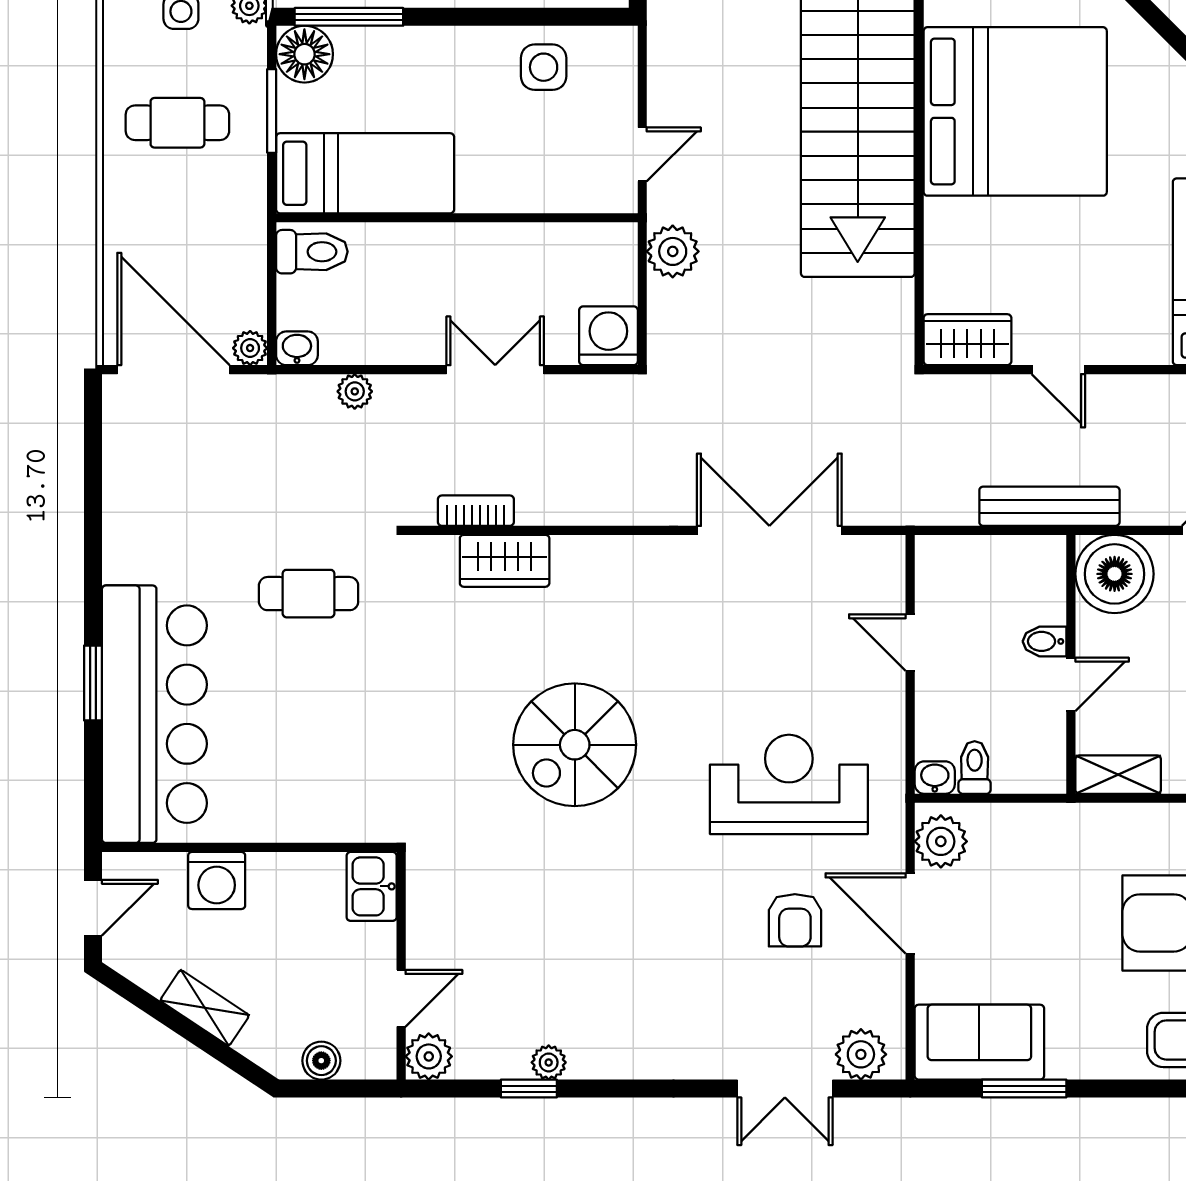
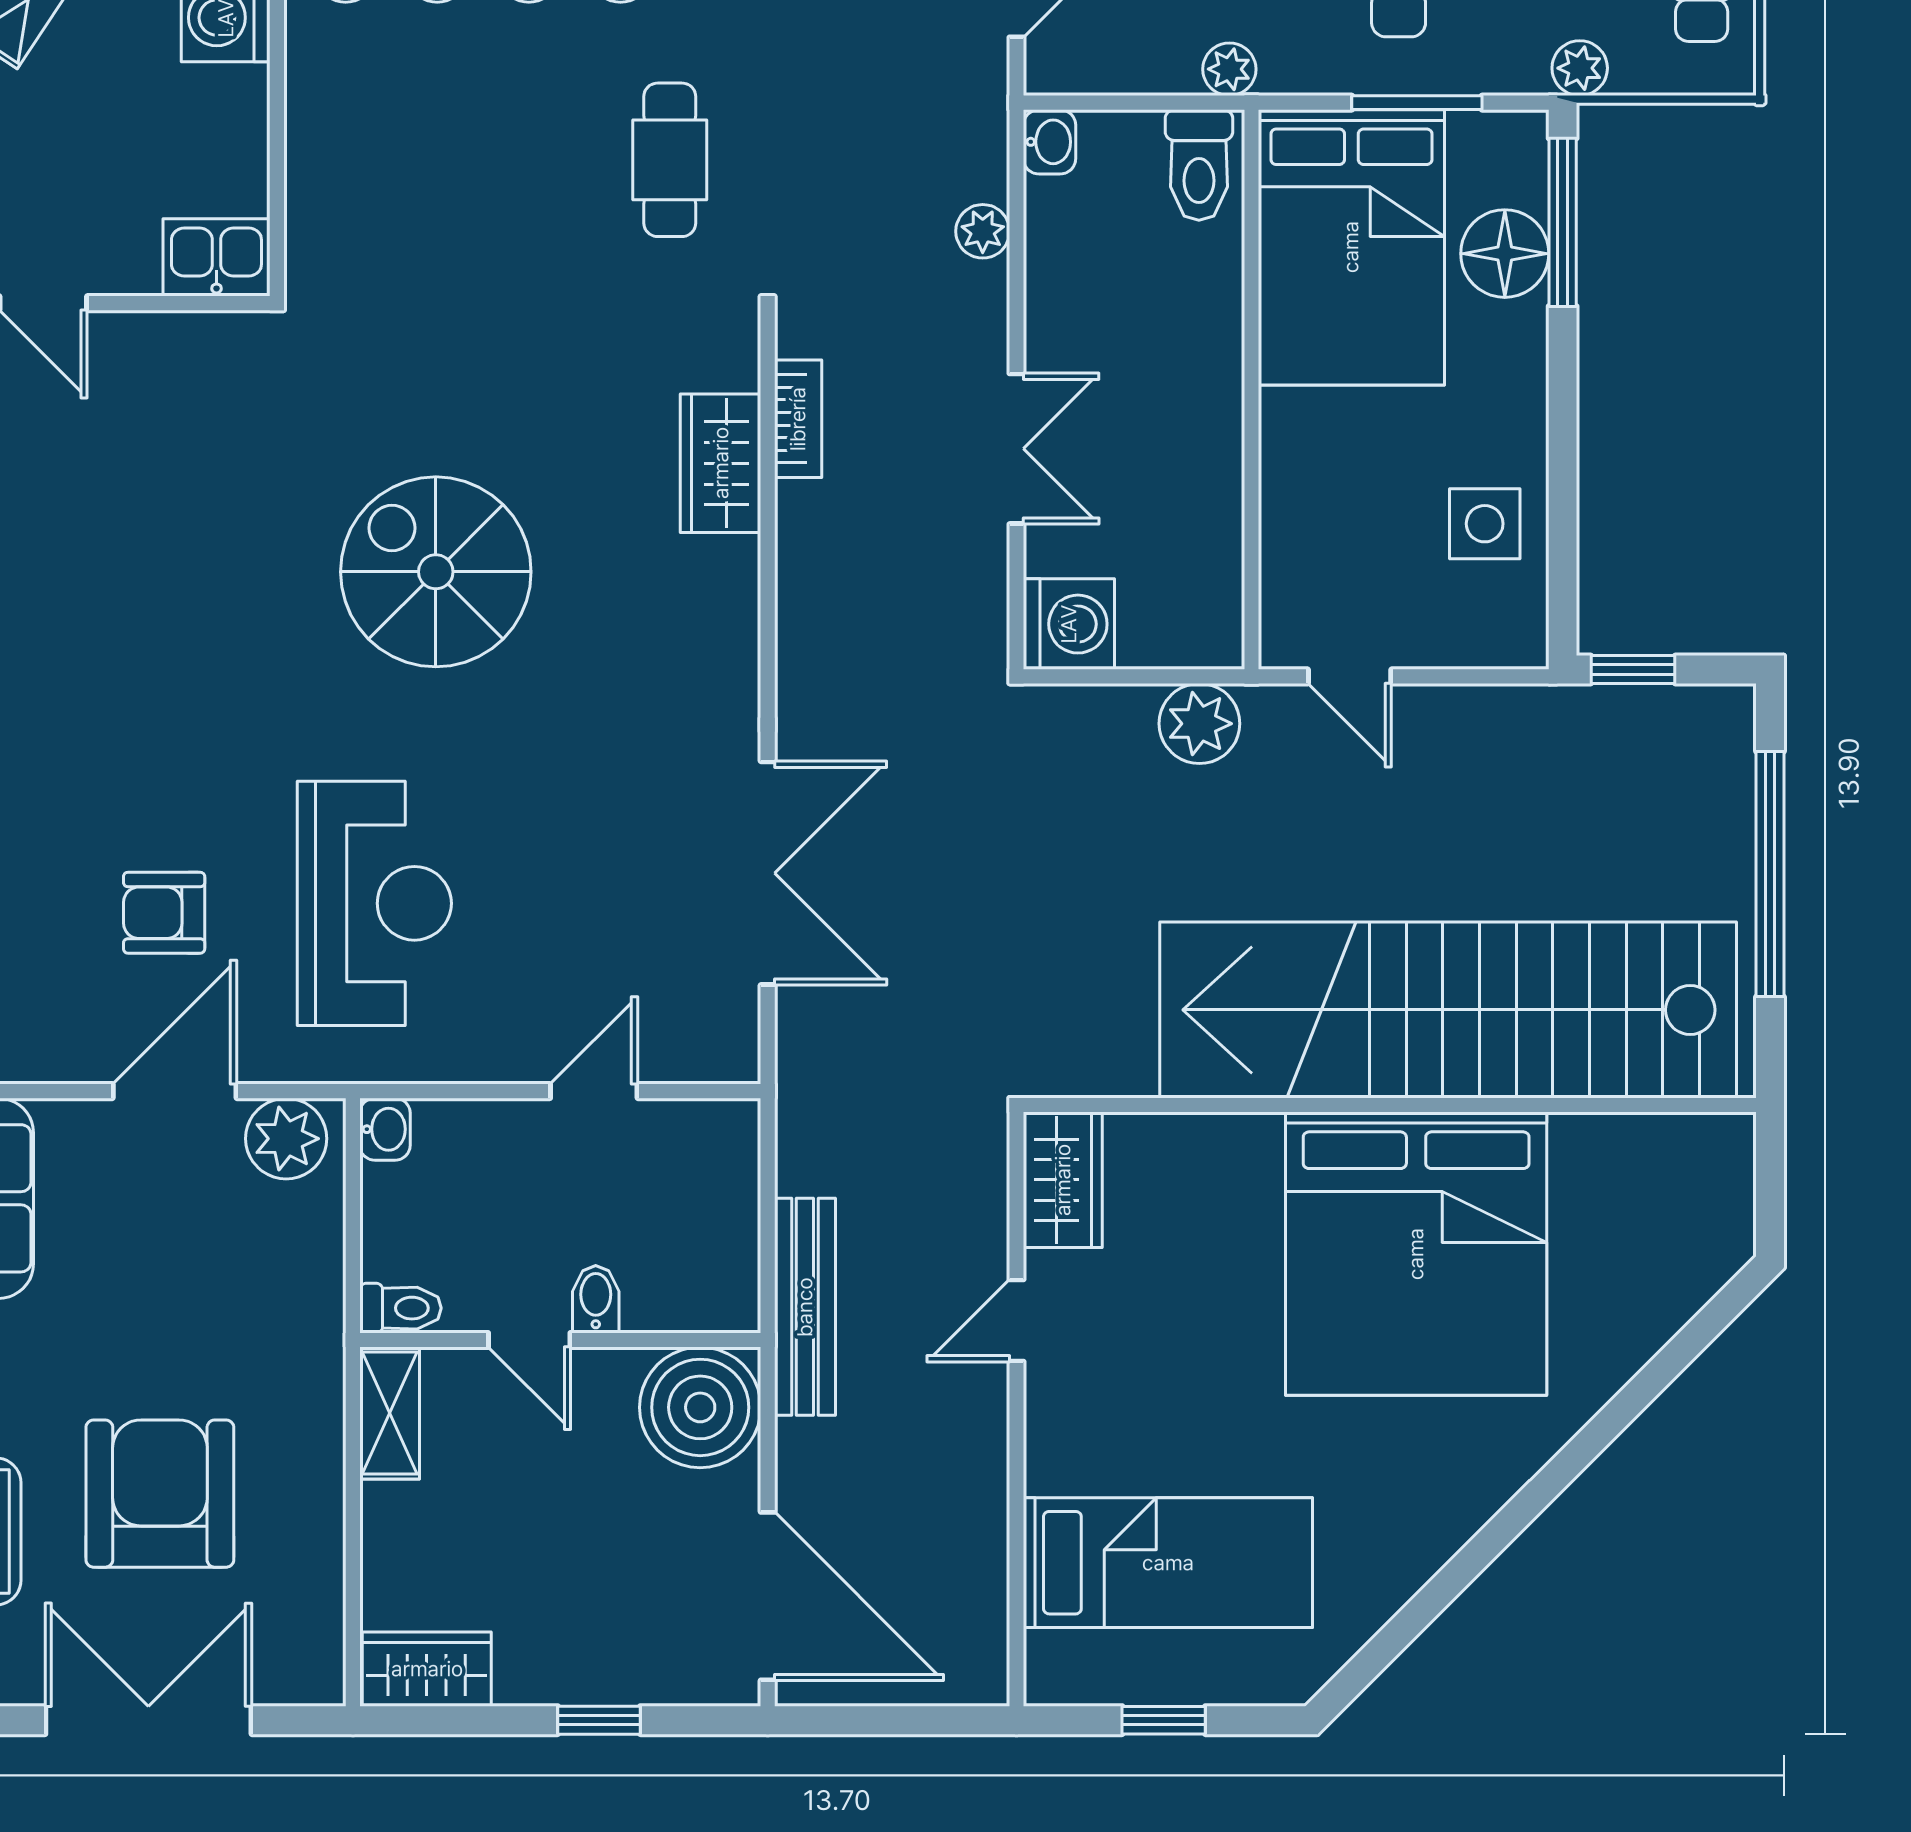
floor lamp: (304, 54) -> (1505, 254), moved
bed: (365, 173) -> (1351, 247), width x1.50
plant: (250, 348) -> (1229, 69), moved
toilet: (975, 768) -> (400, 1308), moved

